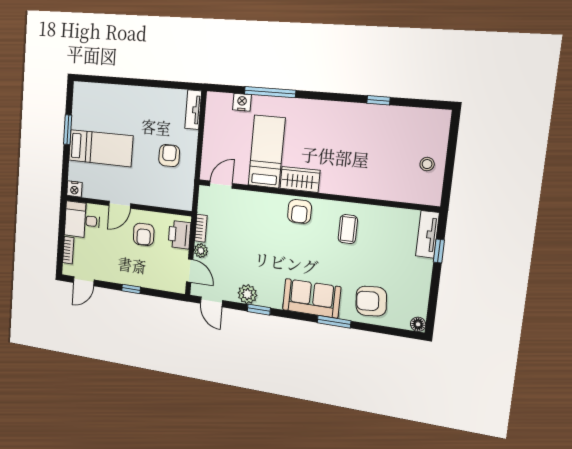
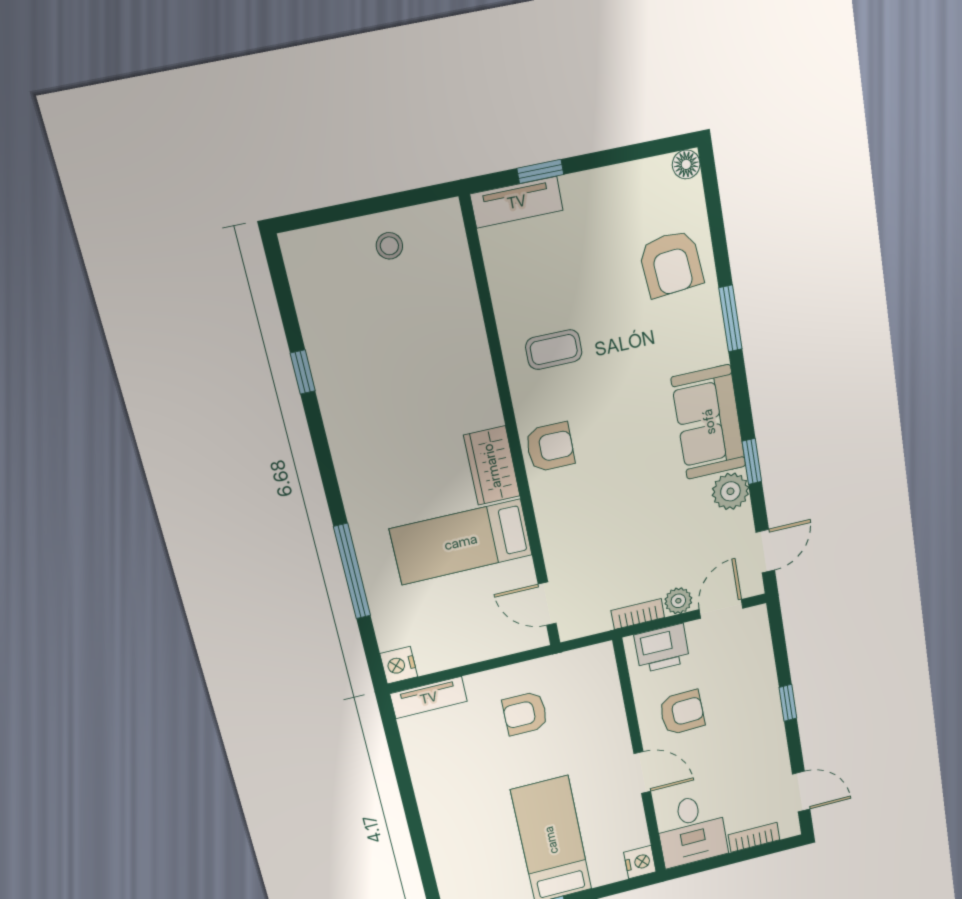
nightstand: (242, 102) -> (399, 665), moved
sofa: (312, 298) -> (709, 422), moved

